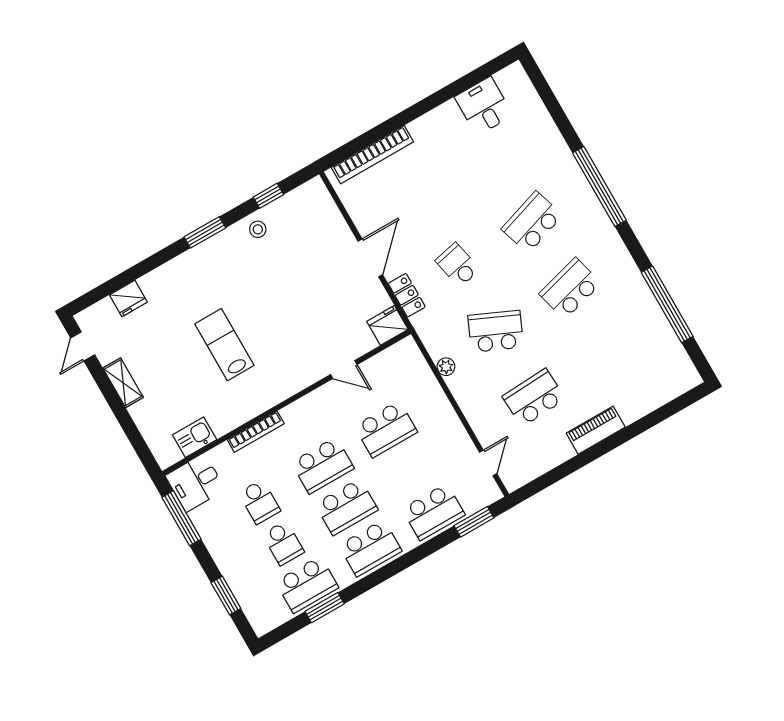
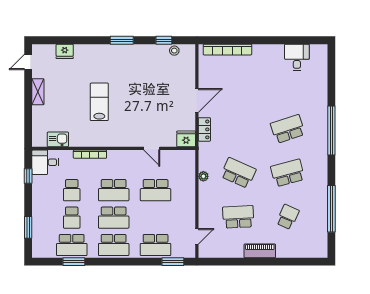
stool: (258, 229) -> (174, 51), moved
school desk: (458, 265) -> (288, 217), moved, turned 36
window: (182, 518) -> (28, 176), width x0.46

